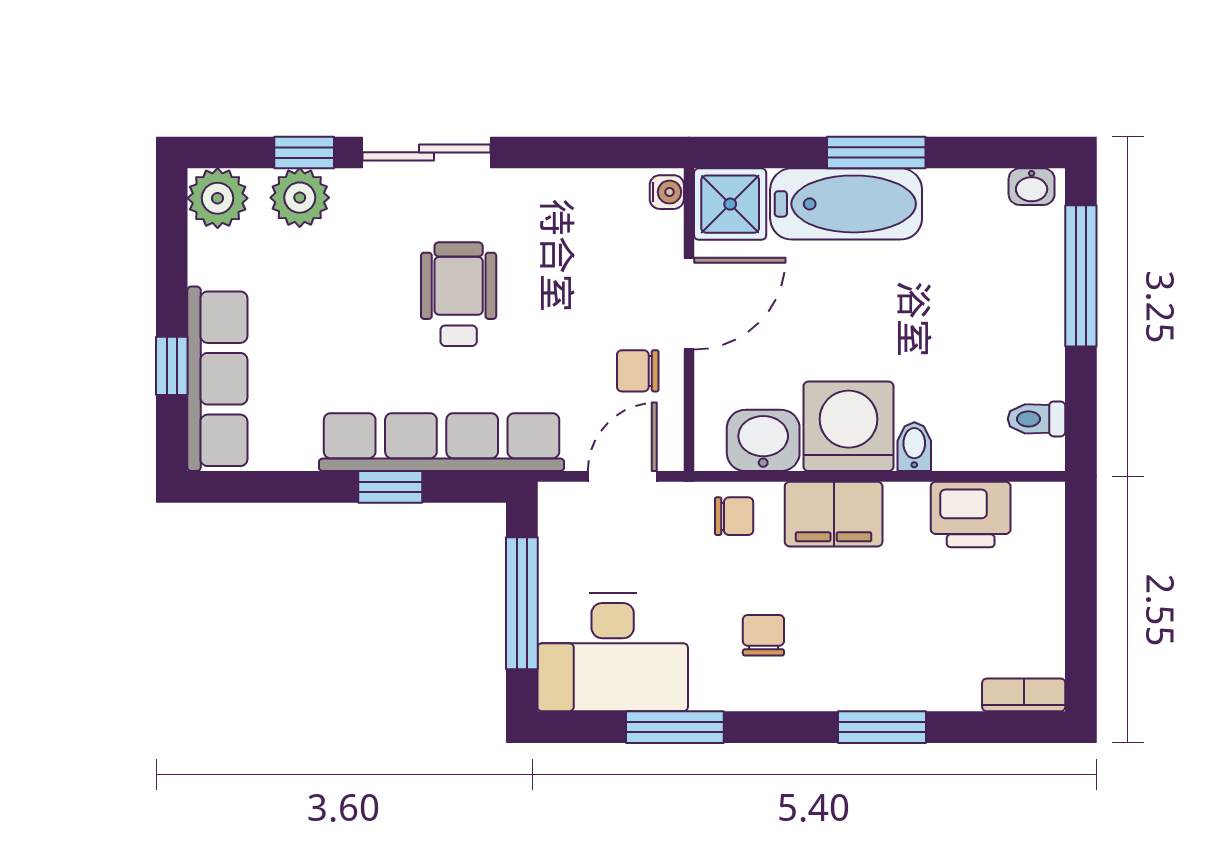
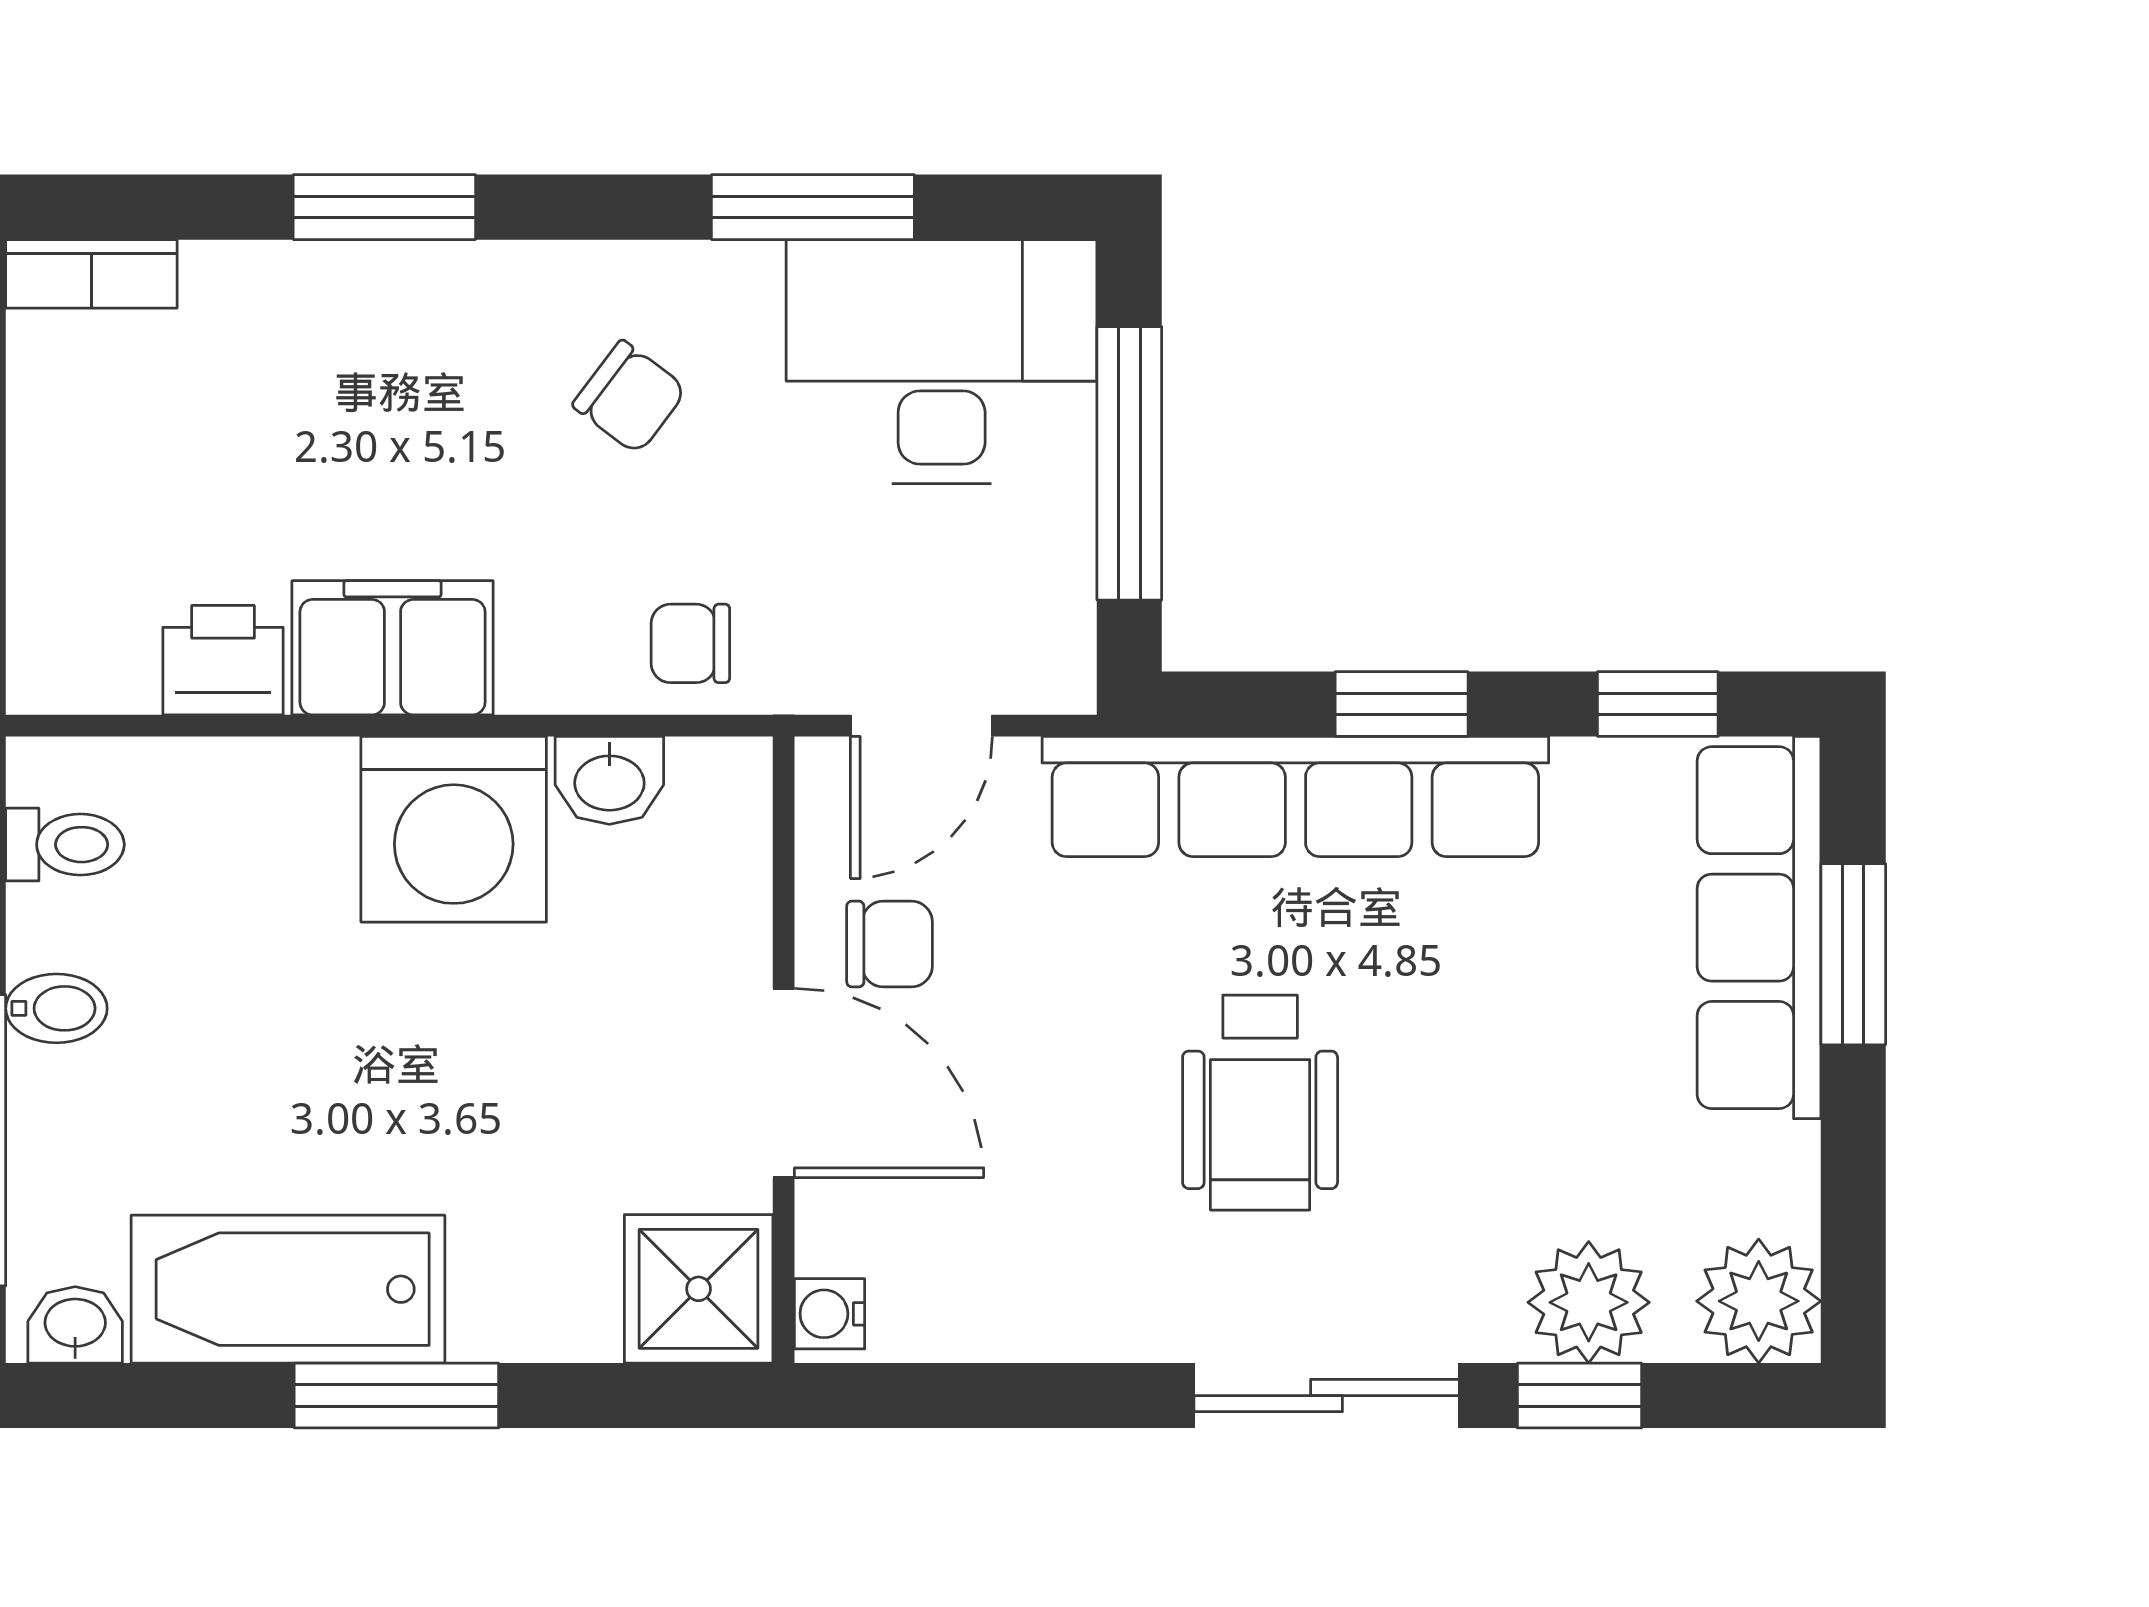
bathtub: (846, 204) -> (288, 1289), moved
door: (689, 304) -> (784, 1083), swing flipped
window: (172, 366) -> (1853, 954), width x1.50
washbasin: (763, 440) -> (609, 780), width x0.72, depth x0.69
bidet: (914, 447) -> (56, 1008), moved, turned -90
window: (266, 487) -> (1658, 704), added
filing cabinet: (834, 514) -> (393, 648), moved
printer: (971, 514) -> (223, 660), width x0.73, depth x0.81
chair: (763, 635) -> (630, 397), turned -53

